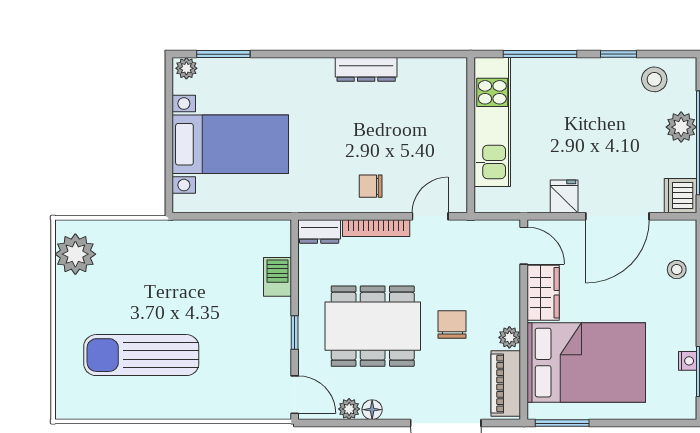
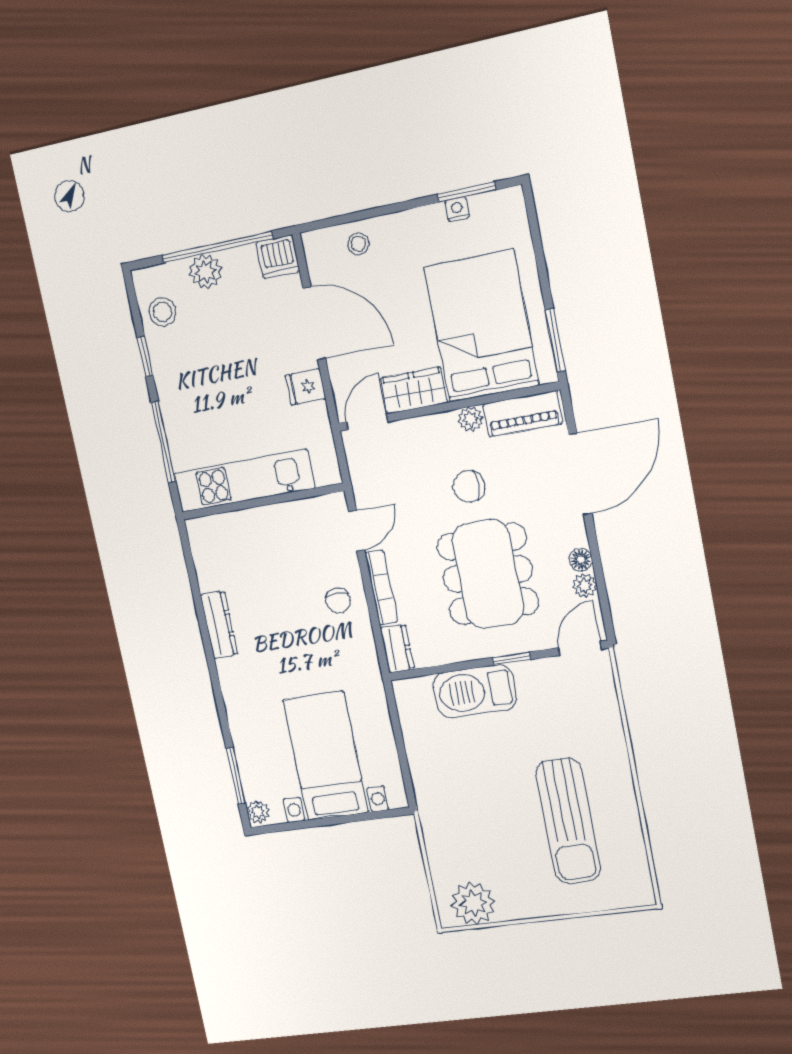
door: (430, 216) -> (357, 531), swing flipped
barbecue: (278, 277) -> (475, 691), width x1.88, depth x1.53

